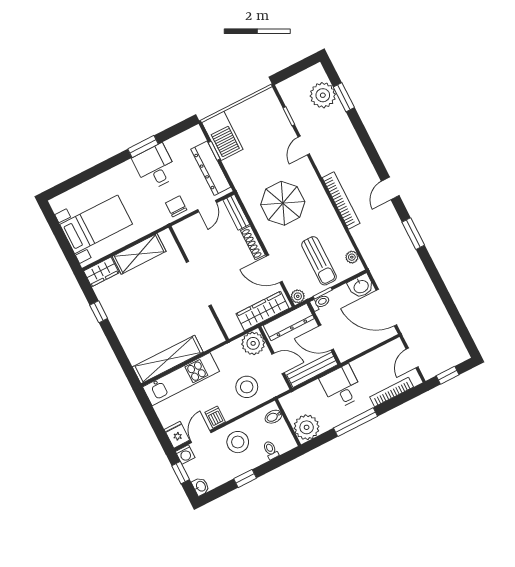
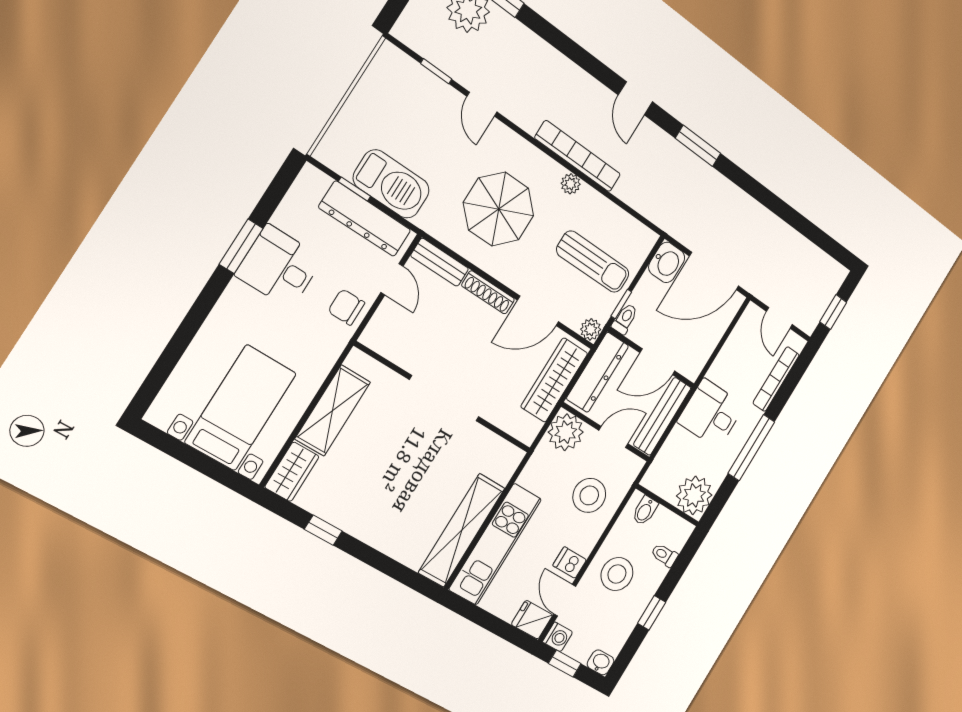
barbecue: (222, 136) -> (391, 184), moved
plant: (352, 257) -> (571, 184), moved

